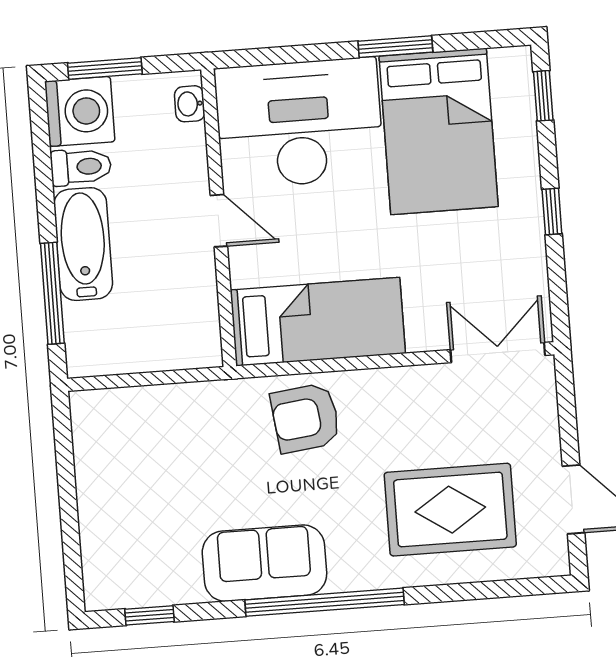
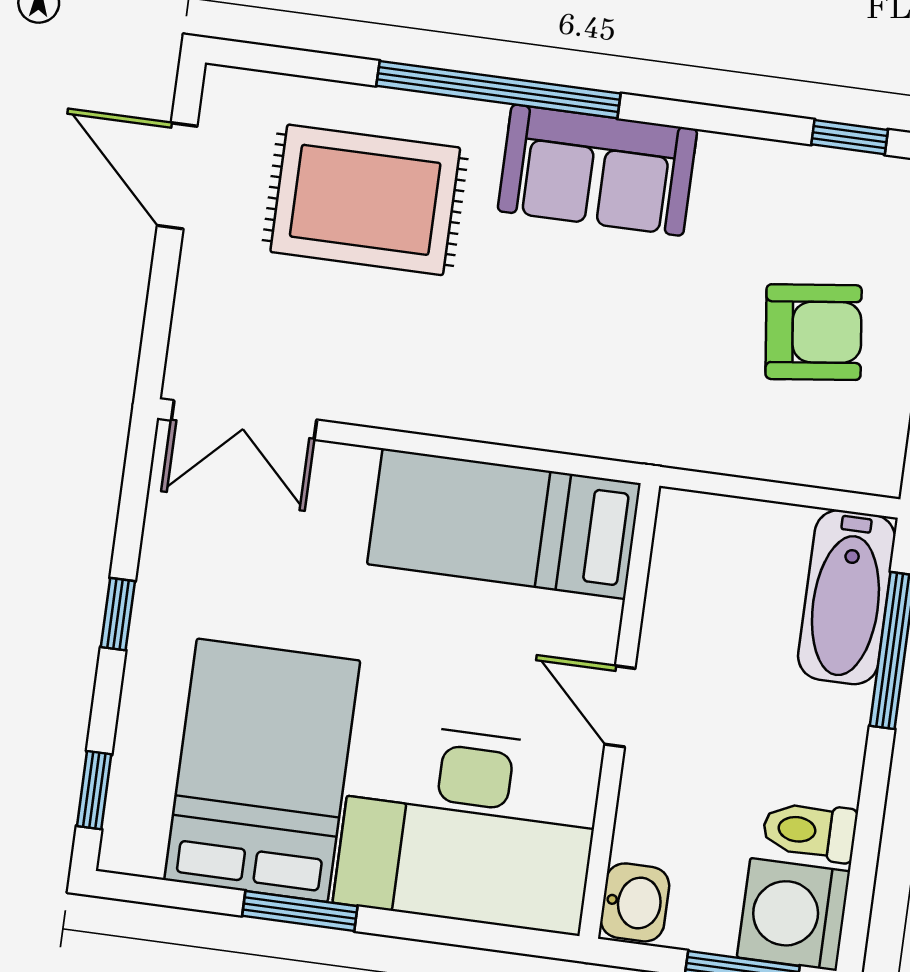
washbasin: (190, 104) -> (635, 902), width x1.38, depth x1.45
bathtub: (83, 244) -> (847, 597), moved
armchair: (305, 418) -> (814, 332), moved
sofa: (264, 563) -> (597, 170), moved
window: (325, 602) -> (498, 90), moved

